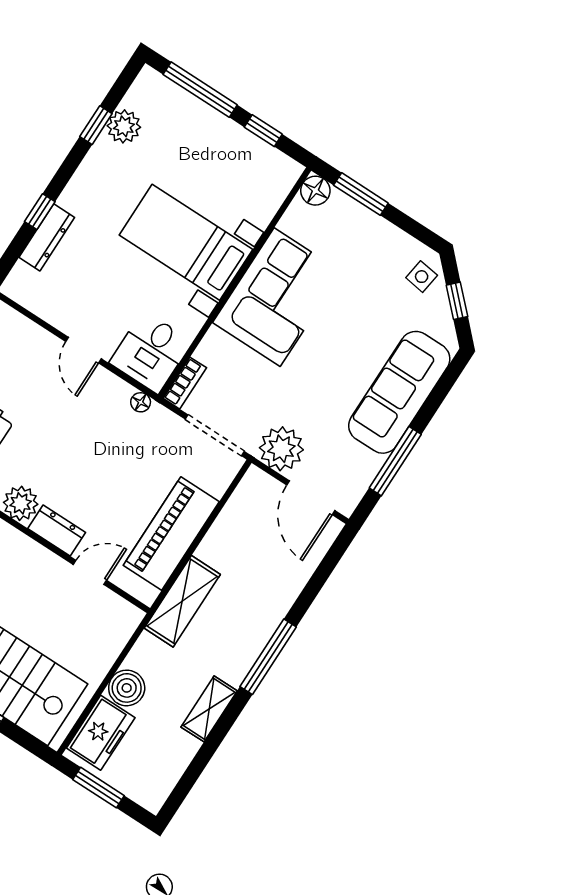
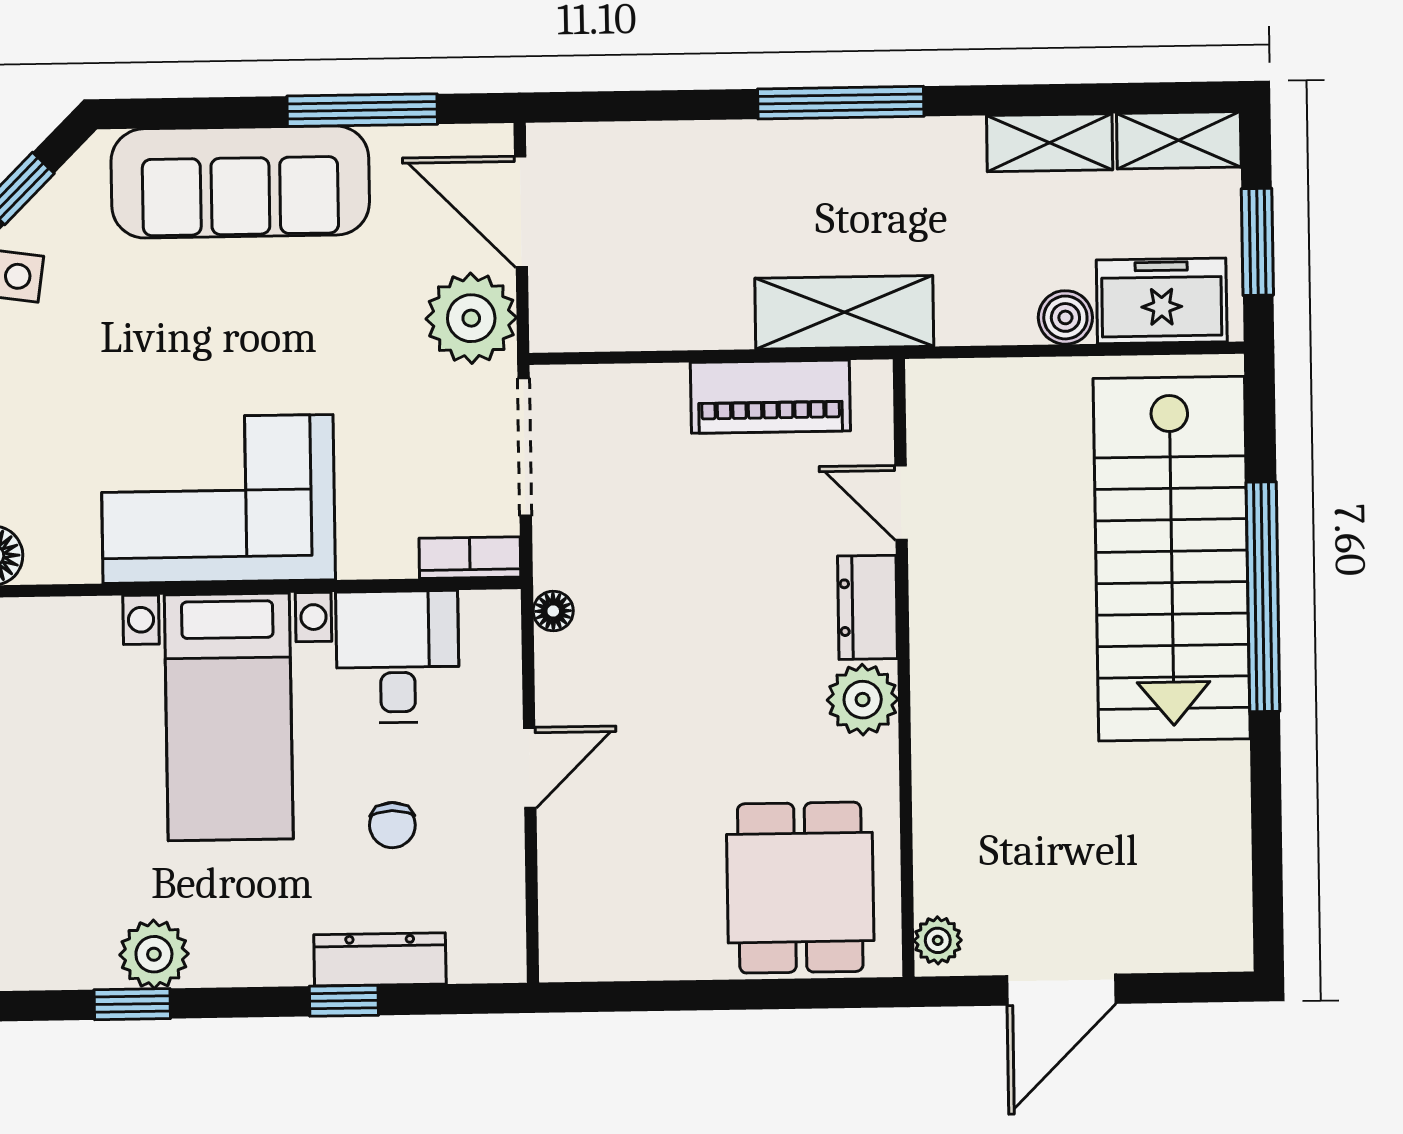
plant: (124, 126) -> (154, 954), moved
chair: (98, 279) -> (392, 825), added
desk: (151, 352) -> (397, 657), moved, turned -90
door: (311, 498) -> (521, 212), swing flipped
piano: (171, 533) -> (770, 397), width x0.73, depth x0.75
boiler: (127, 688) -> (1065, 317), width x0.73, depth x0.73
shelving: (209, 709) -> (1050, 143), moved
shelving: (161, 783) -> (1179, 140), added

